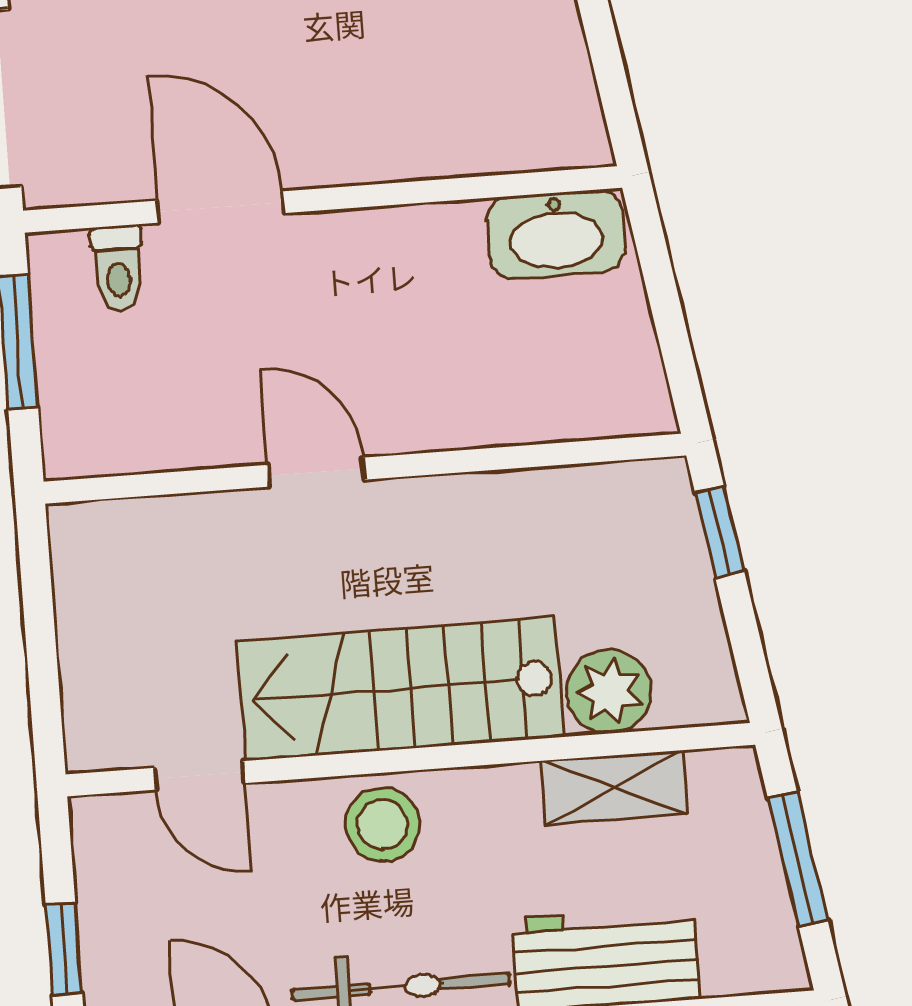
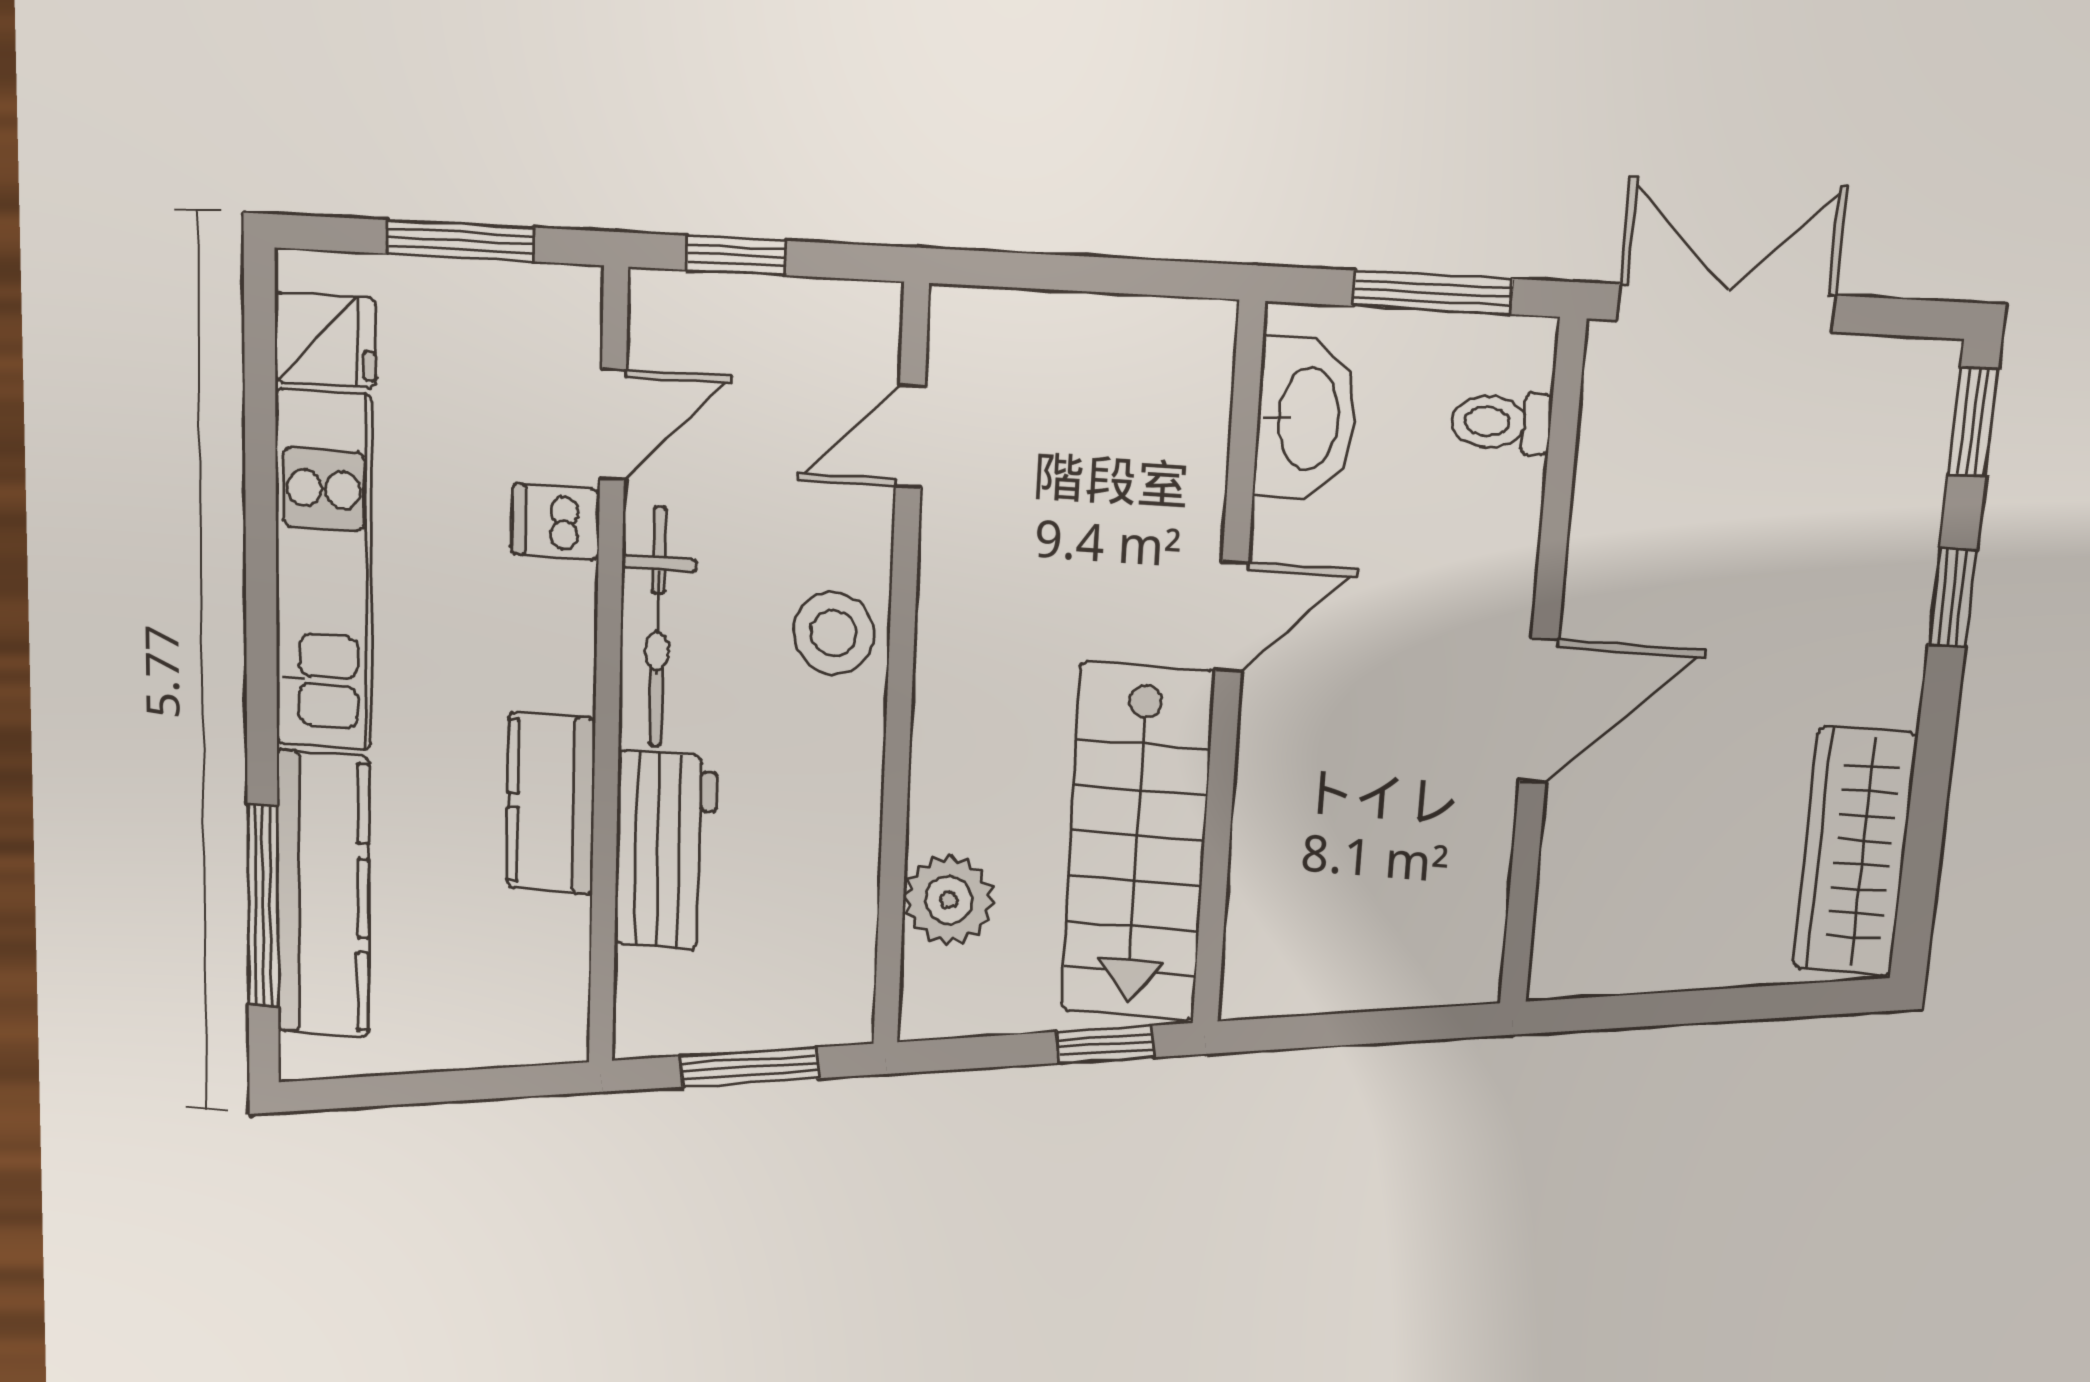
door: (221, 207) -> (1539, 711), moved
washbasin: (556, 234) -> (1306, 419), moved, turned 180
stairs: (400, 689) -> (1137, 843), moved, turned 180
shelving: (614, 787) -> (846, 889), removed

